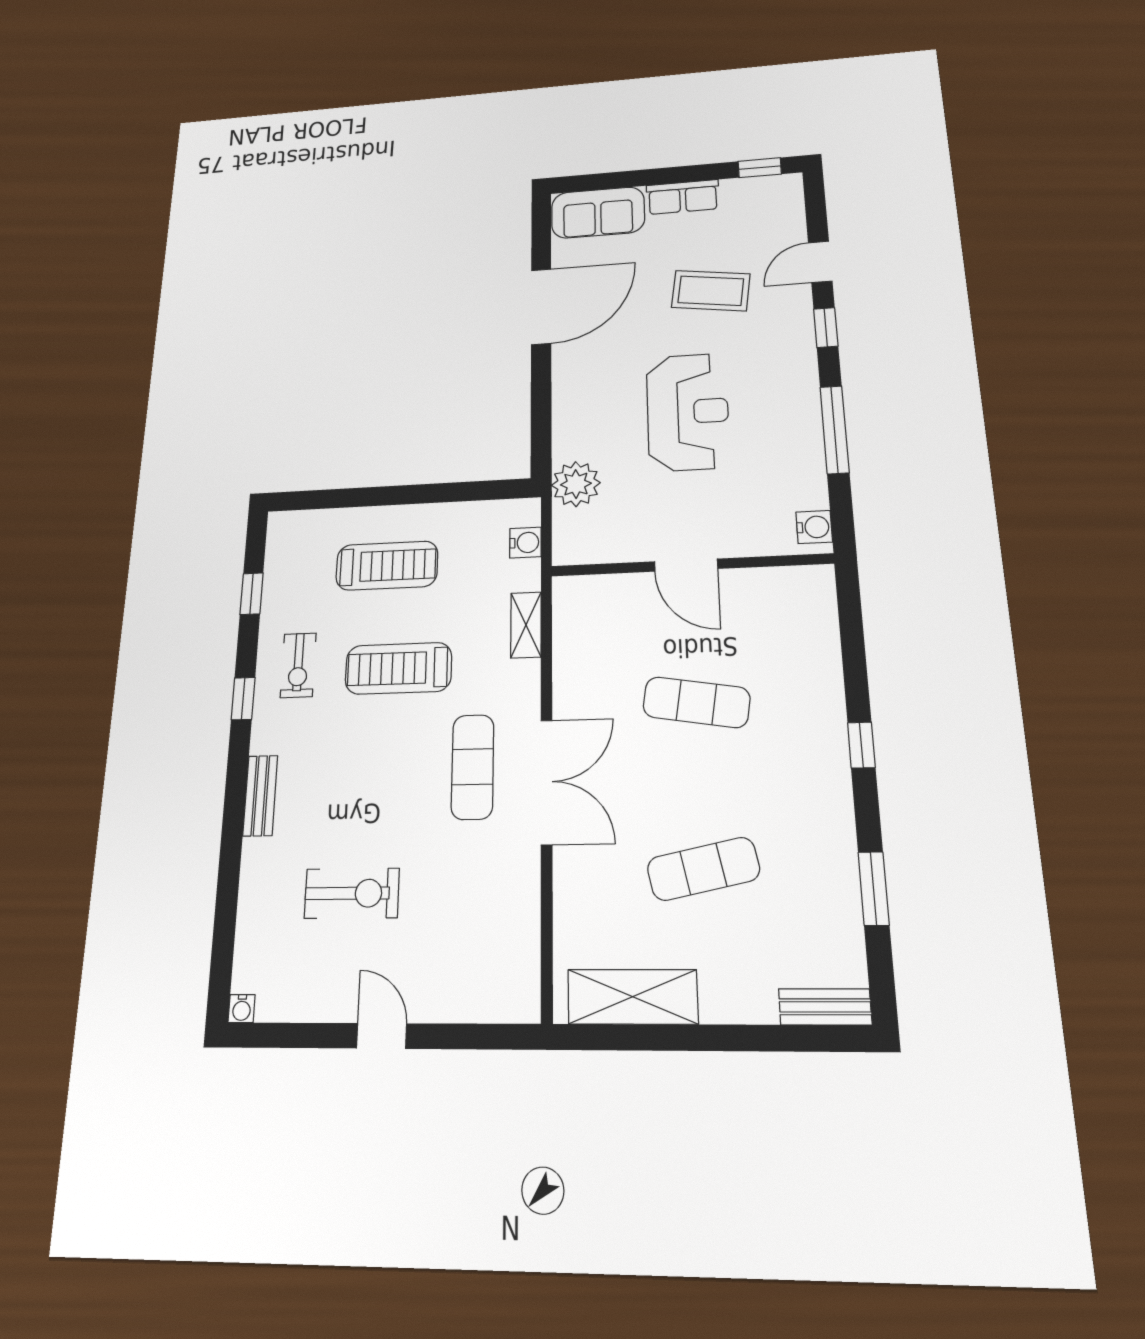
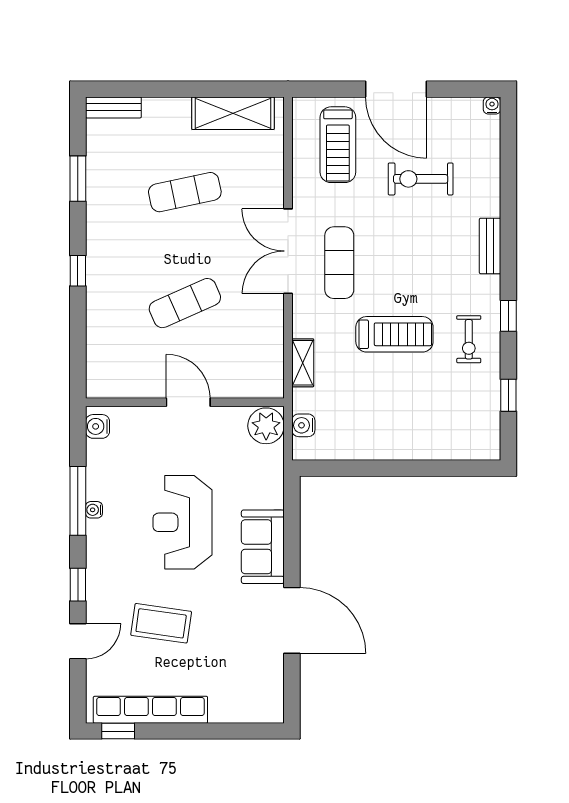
row of seats: (683, 197) -> (150, 710), width x2.02
sofa: (598, 213) -> (263, 547), moved, turned -90
door: (541, 307) -> (292, 620), swing flipped
water cooler: (811, 420) -> (94, 510), added
plant: (576, 484) -> (266, 426), moved
treadmill: (387, 566) -> (338, 145), moved, turned -90
exercise bike: (298, 665) -> (469, 339), turned 180
exercise mat: (696, 702) -> (185, 303), turned -33
door: (382, 1036) -> (396, 89), width x1.87

